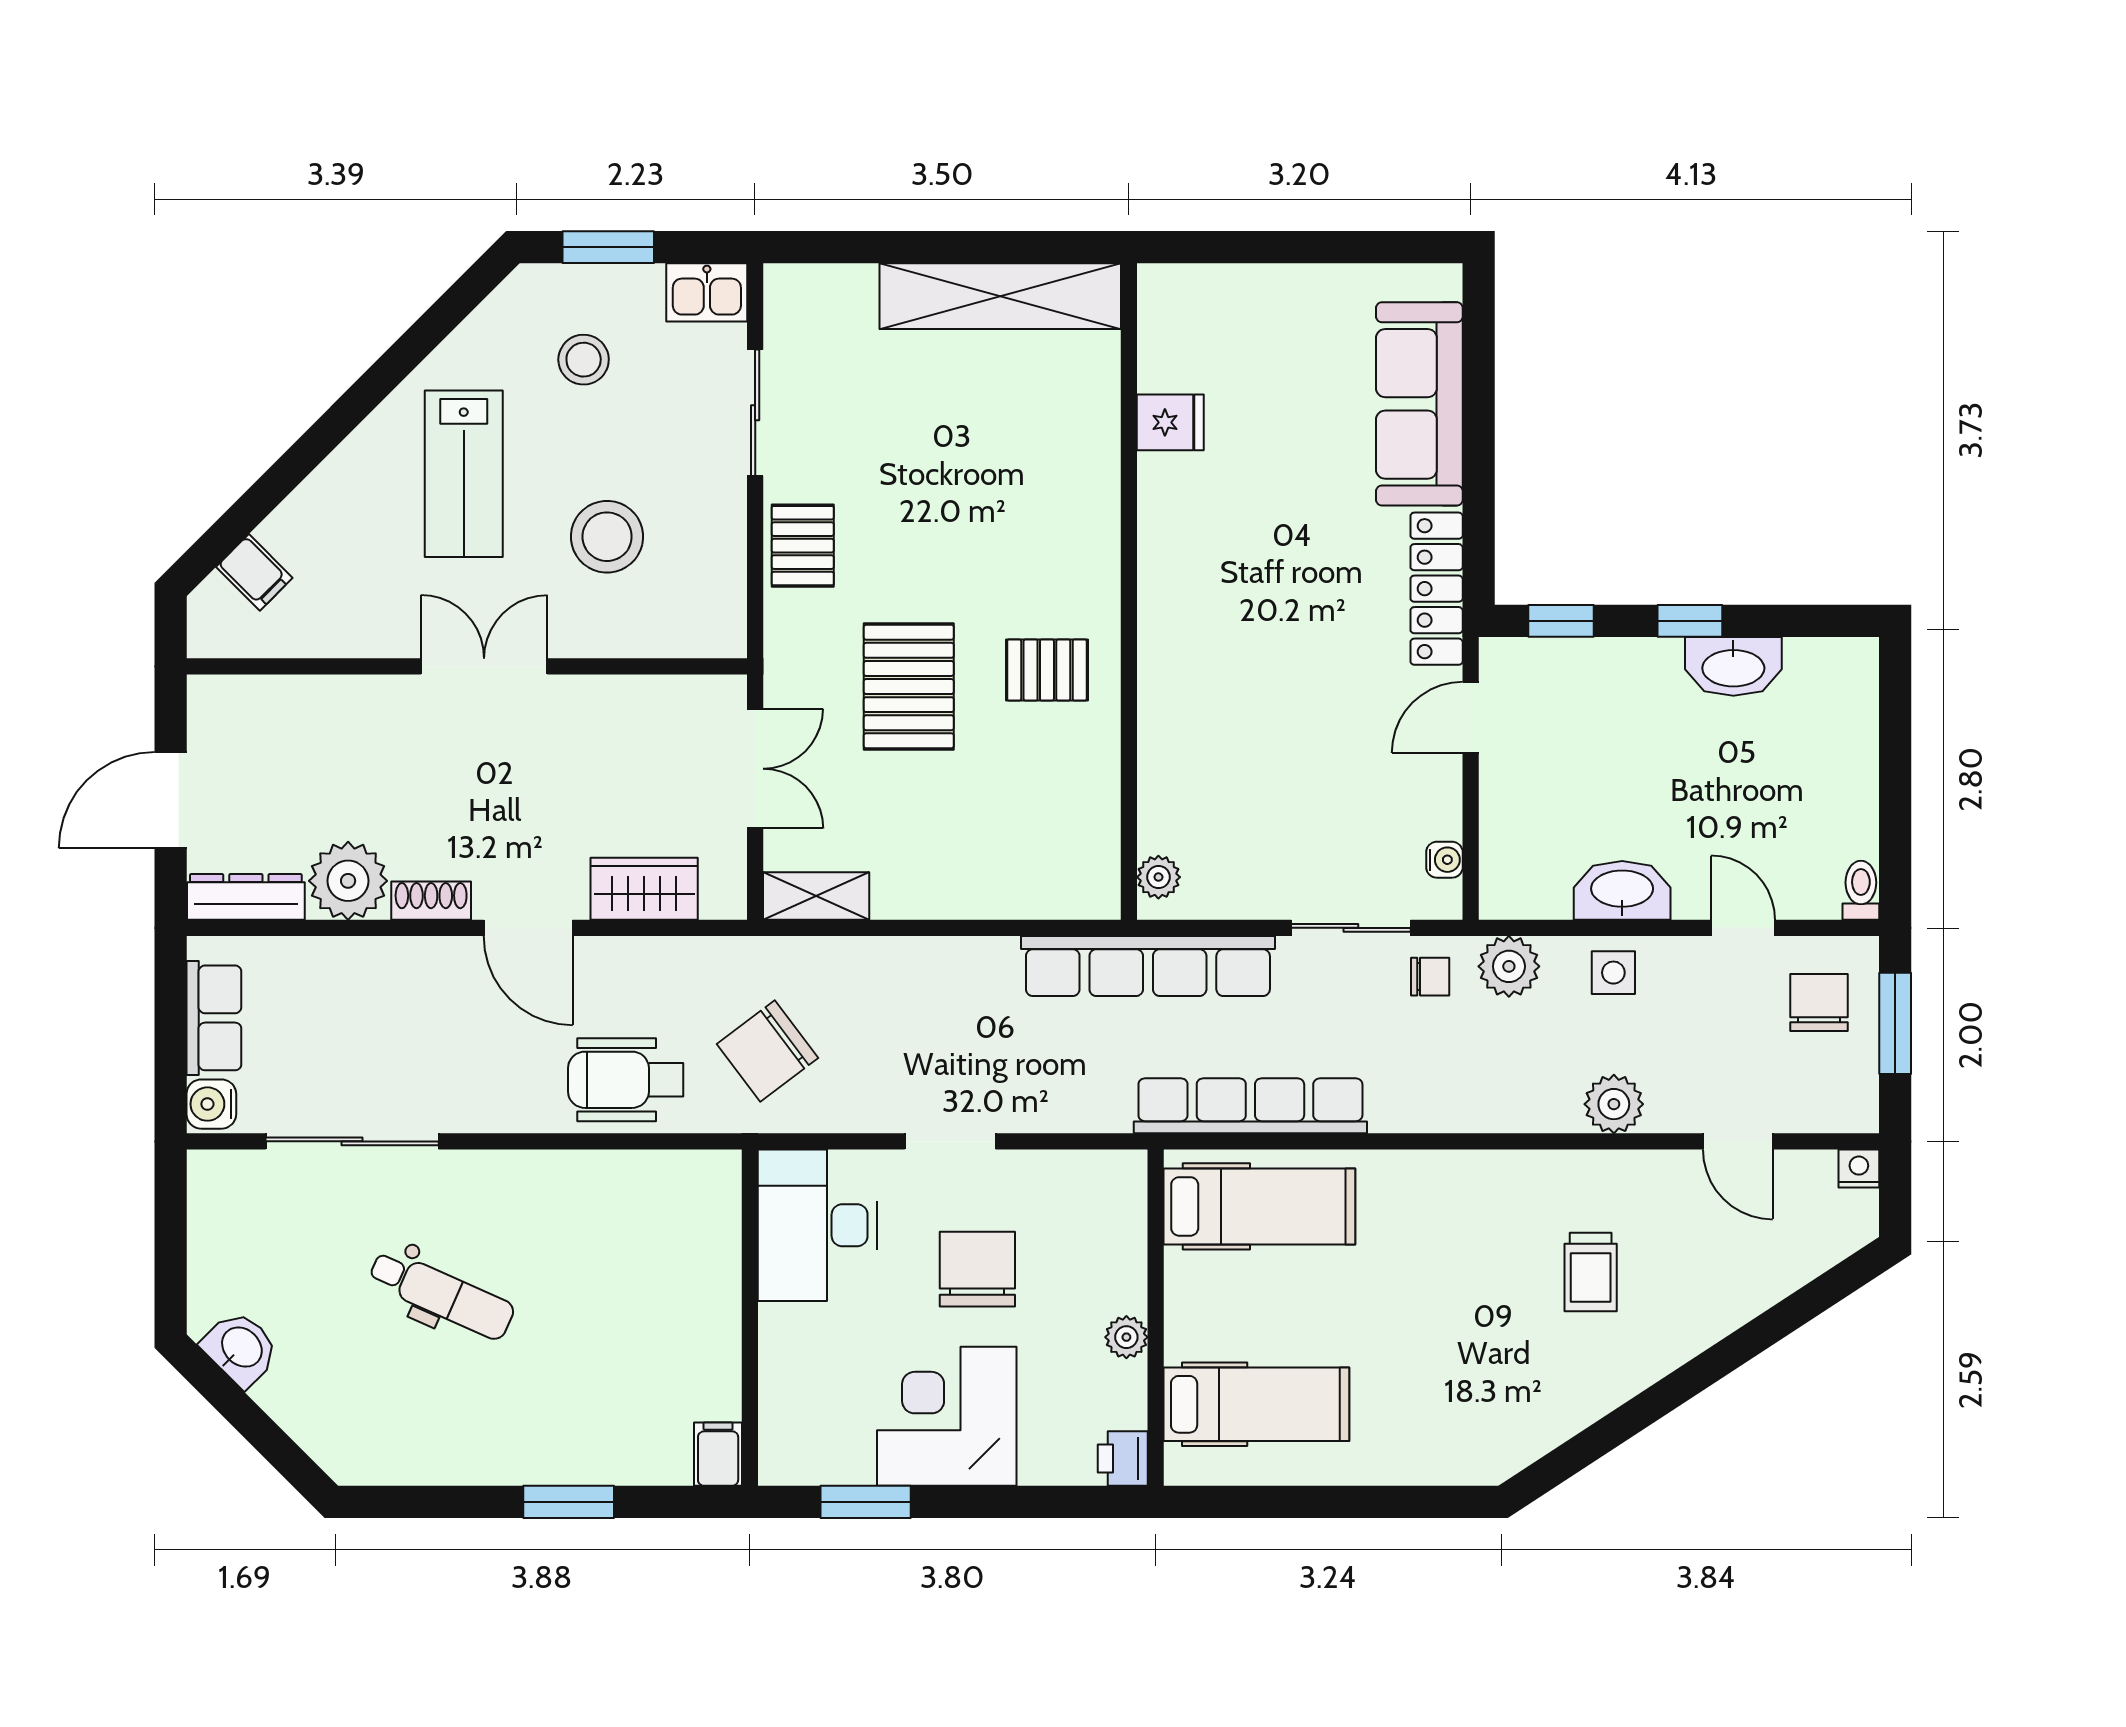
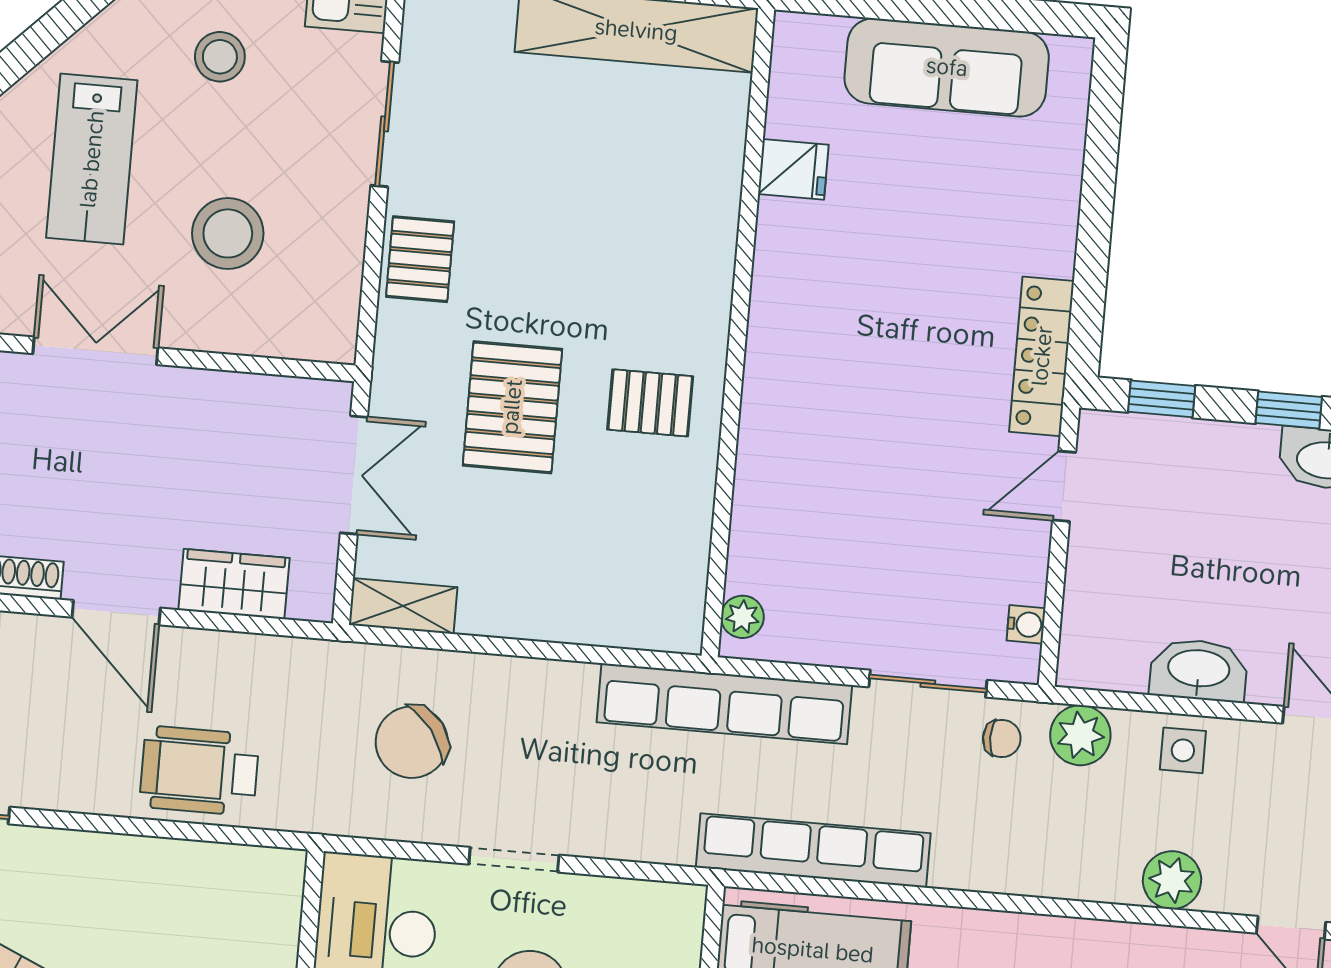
sofa: (1419, 404) -> (947, 67), moved, turned -90
chair: (767, 1051) -> (412, 742), moved

